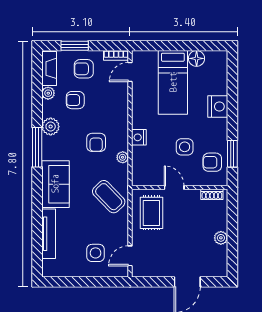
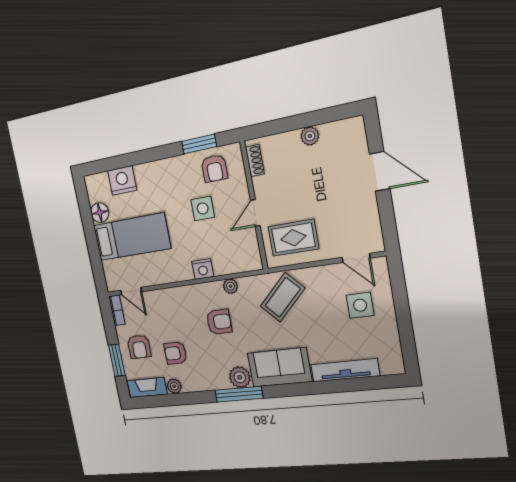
armchair: (75, 100) -> (175, 353), turned 90
nightstand: (218, 106) -> (122, 180), moved
plant: (51, 127) -> (240, 377), moved

